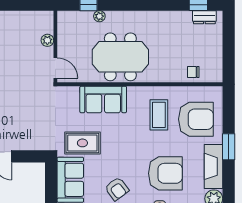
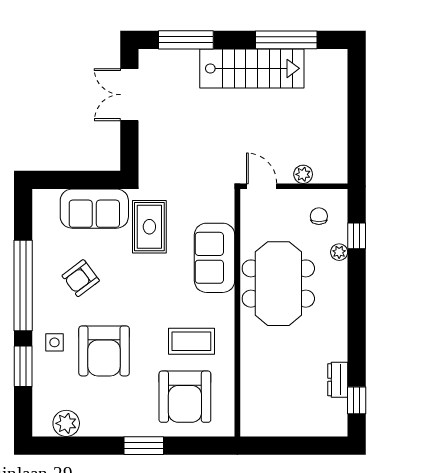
dresser: (204, 17) -> (338, 380), moved
door: (55, 68) -> (262, 186), swing flipped
chair: (193, 72) -> (319, 216), moved
fireplace: (214, 166) -> (114, 423), removed

